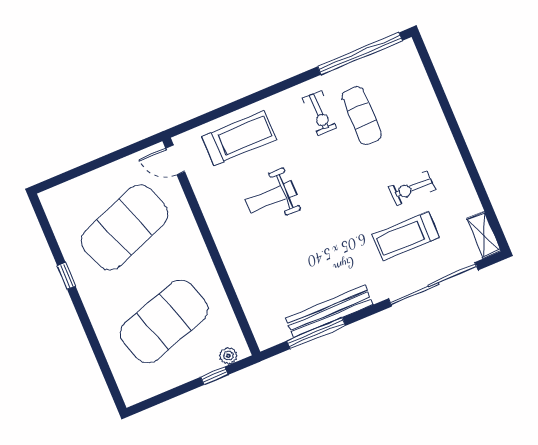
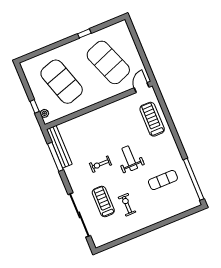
exercise bike: (320, 113) -> (100, 164), moved
treadmill: (239, 138) -> (152, 119), turned 180
weight bench: (271, 197) -> (130, 158), moved
shelving: (484, 235) -> (104, 240), removed
bench: (329, 311) -> (59, 147), moved

